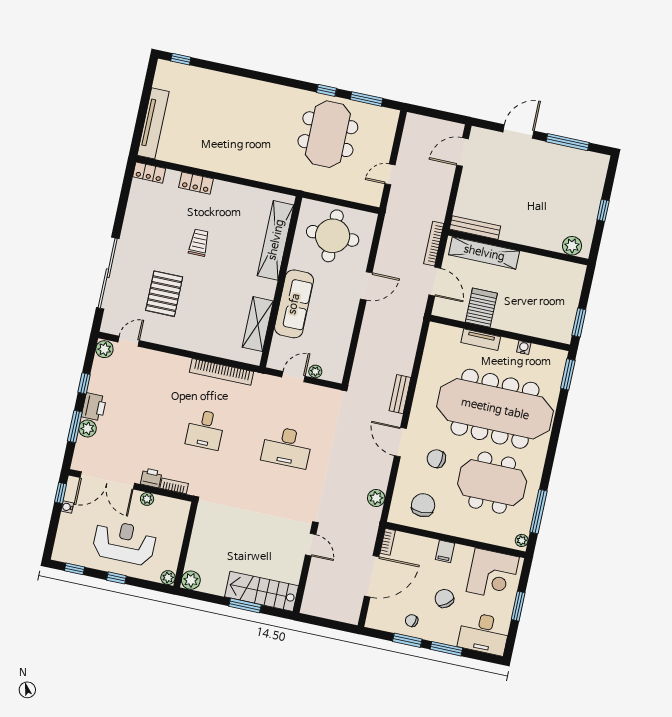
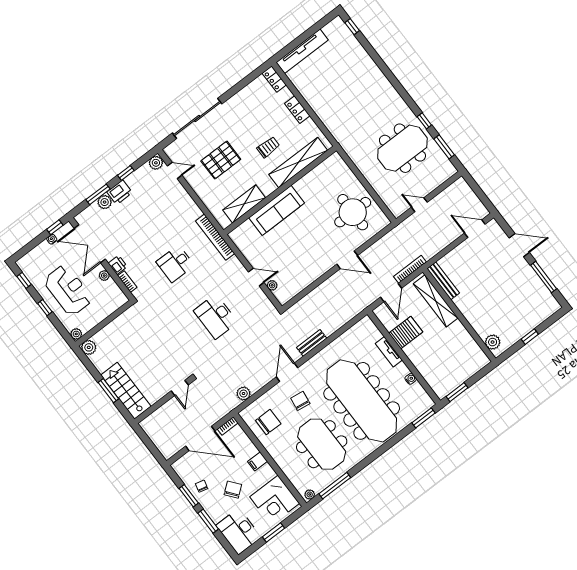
shelving: (276, 240) -> (298, 162), moved
wall: (281, 282) -> (280, 190), moved
sofa: (294, 304) -> (277, 210), moved
shelving: (258, 324) -> (244, 204), moved

